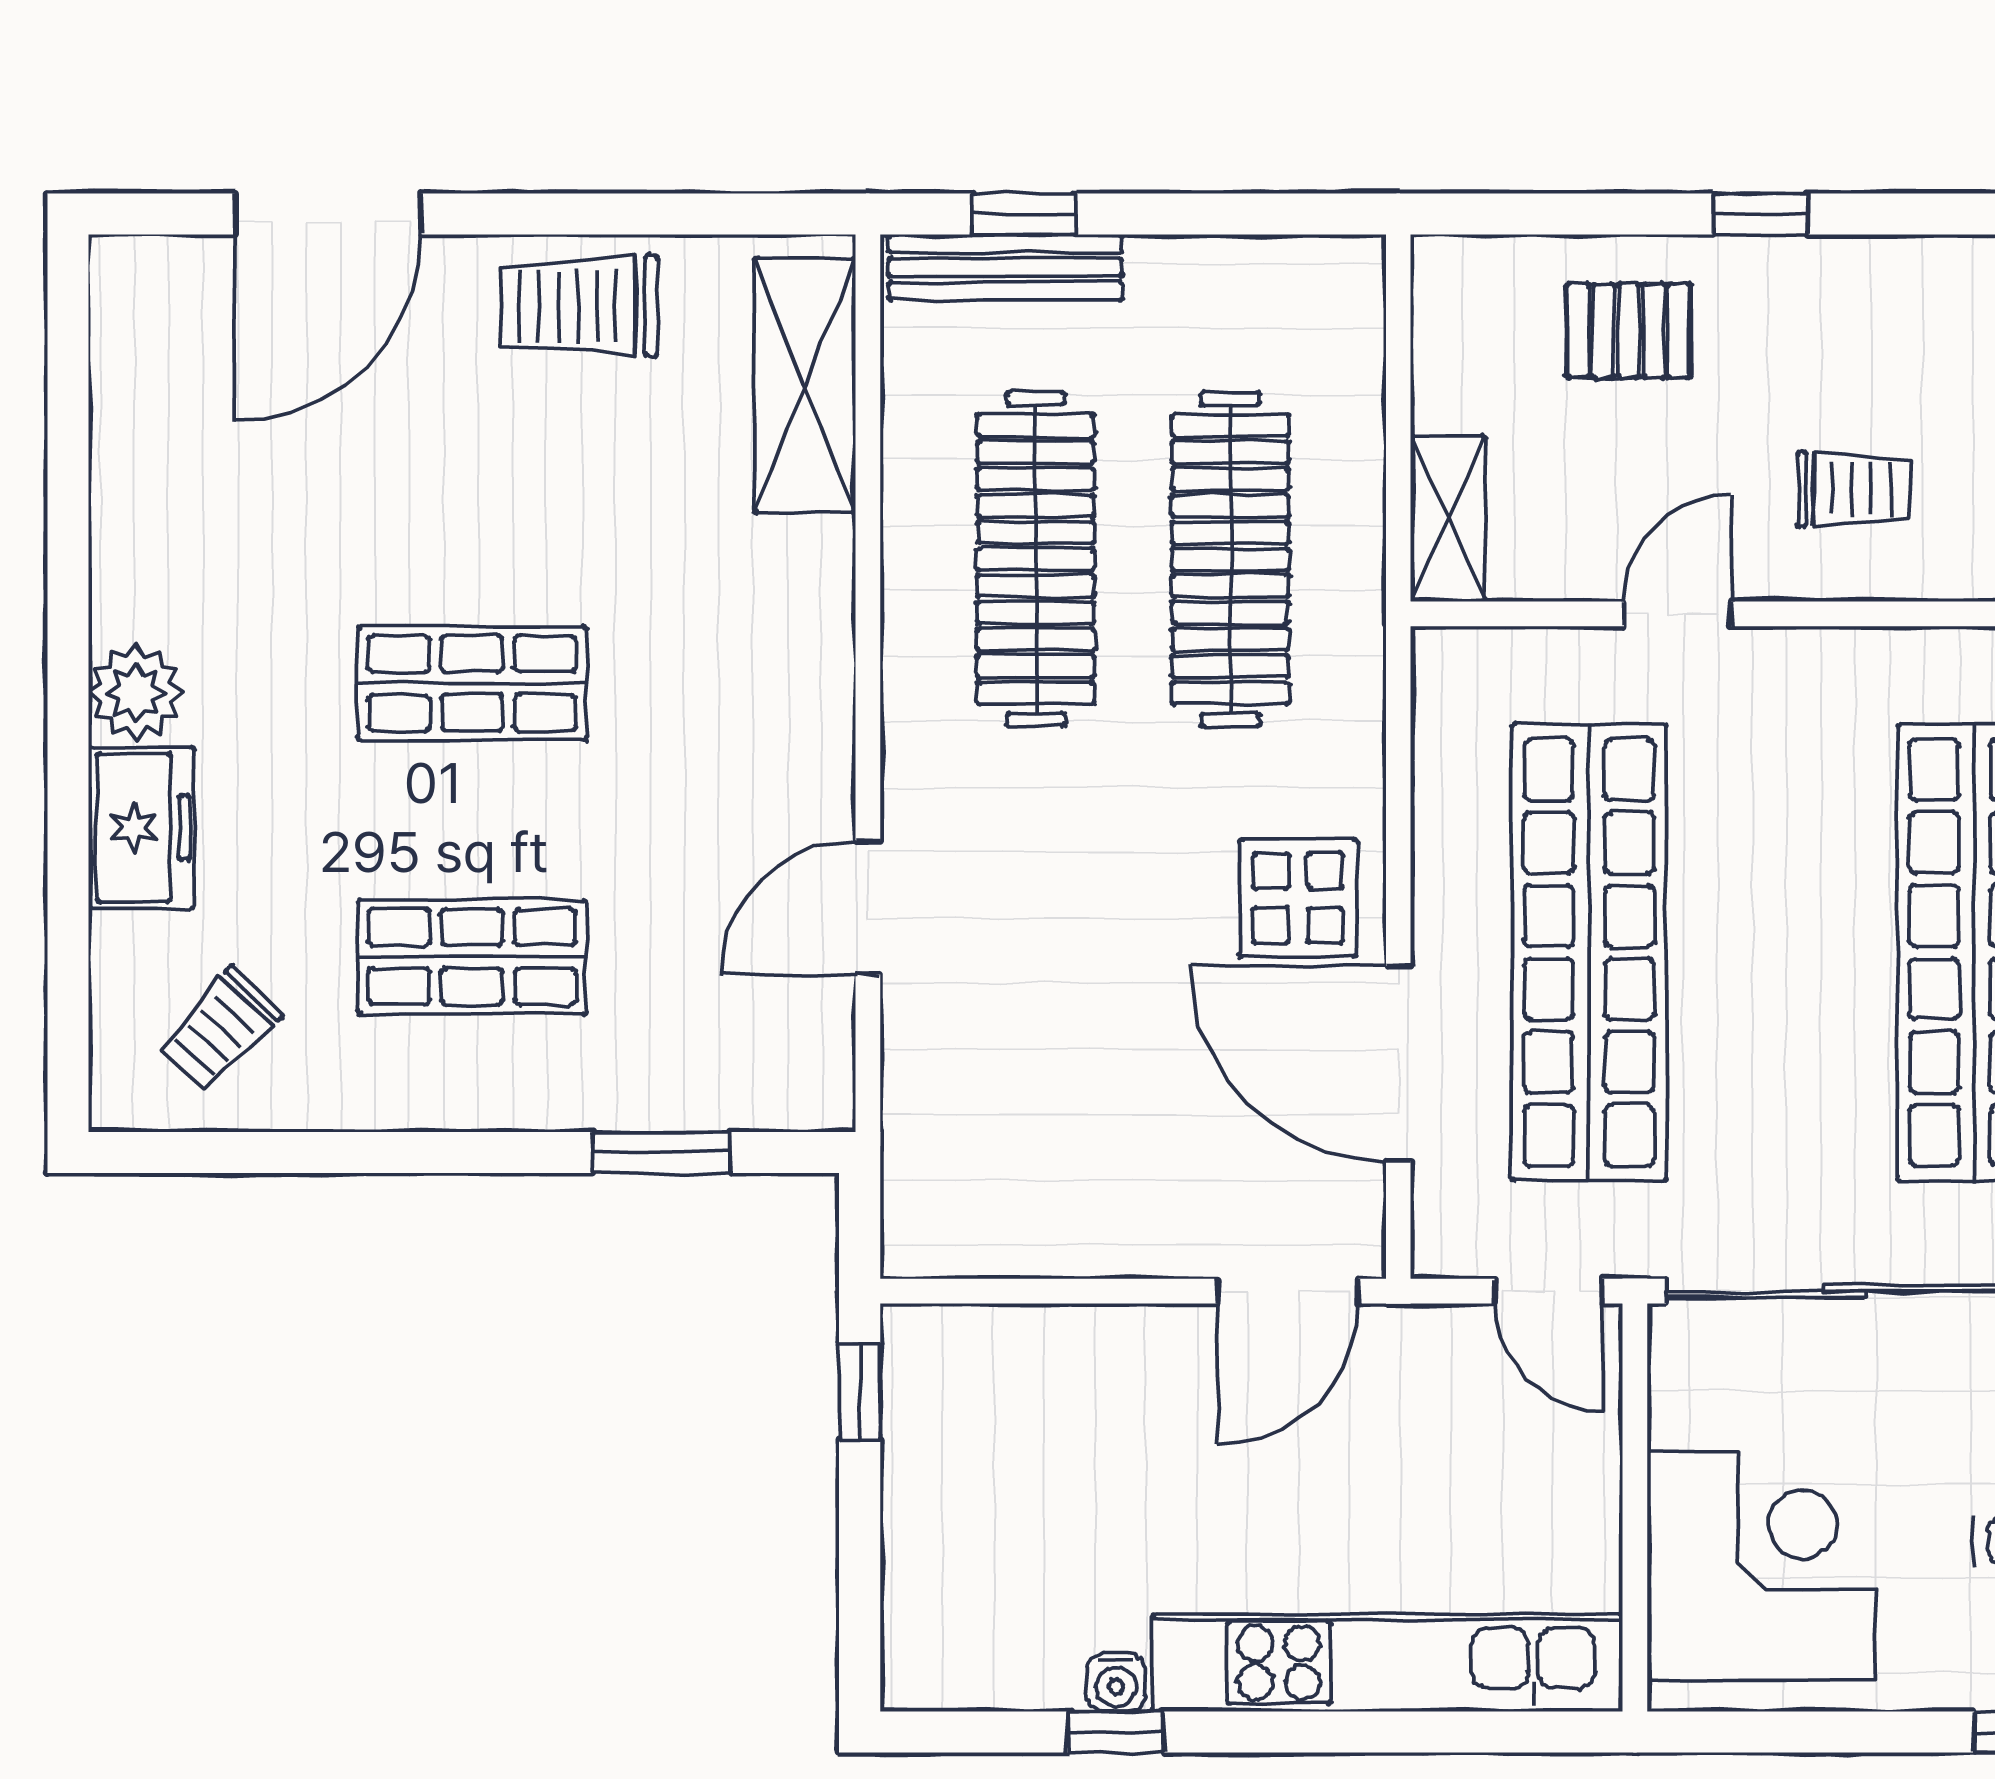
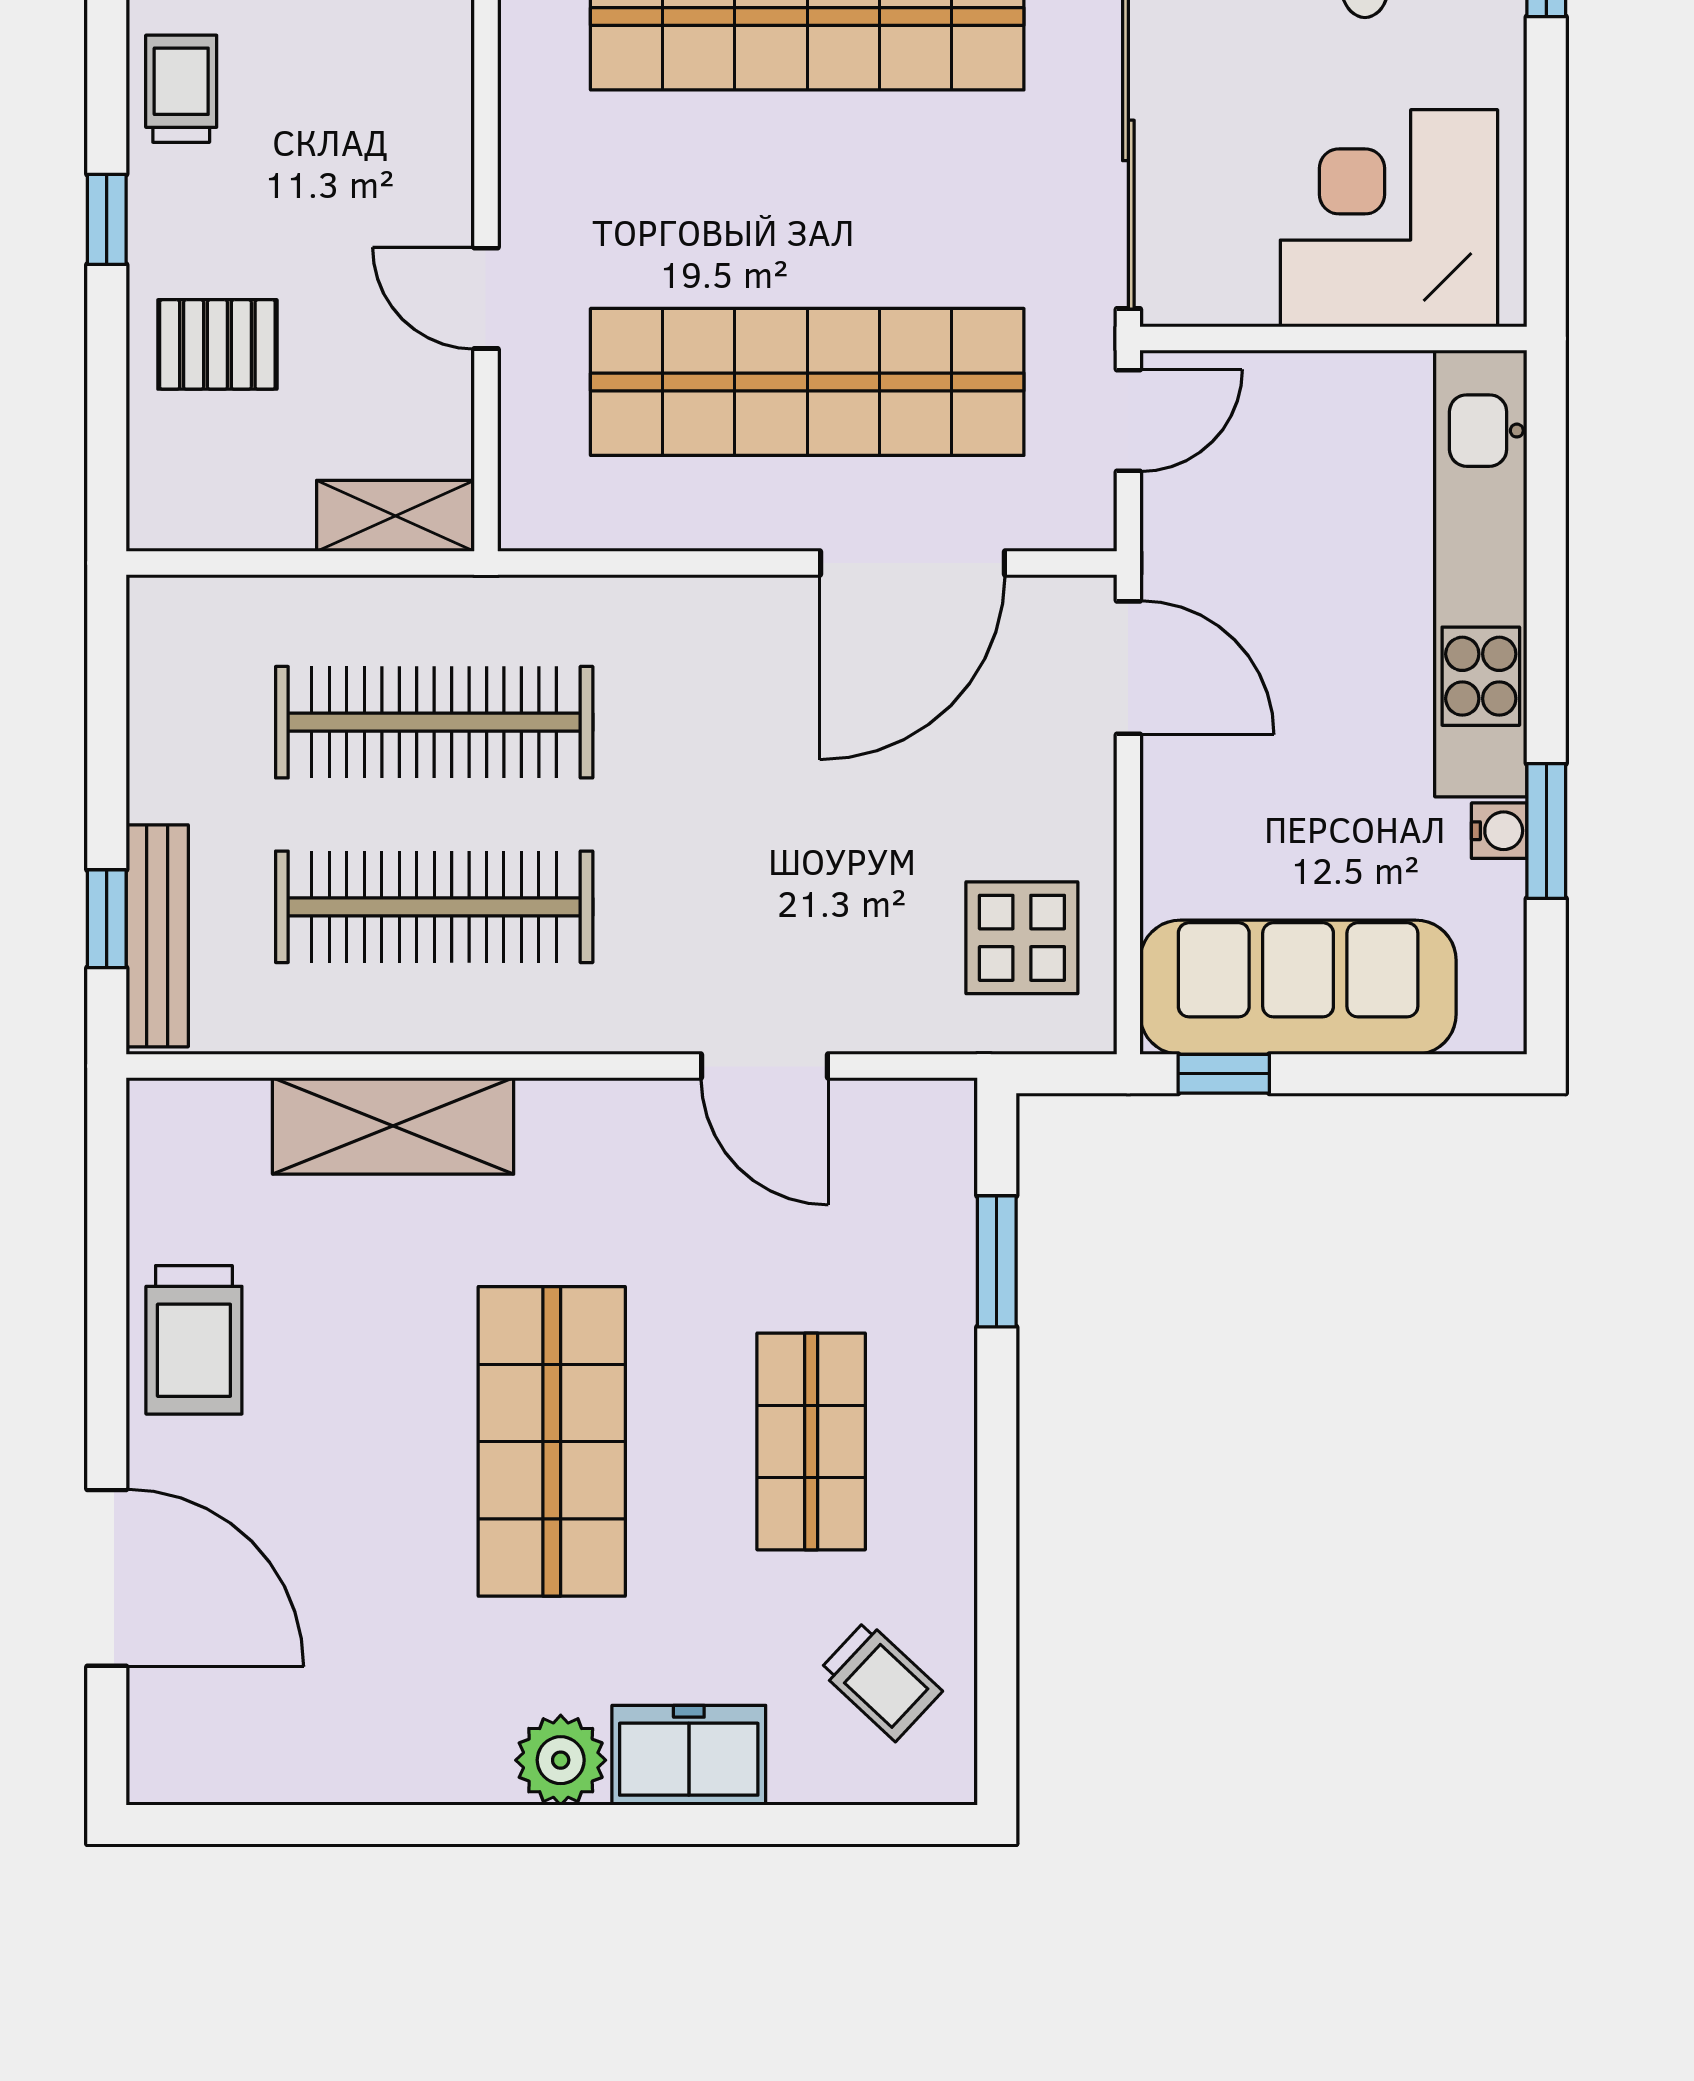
pallet: (1629, 331) -> (217, 344), turned 90
shelving: (805, 385) -> (393, 1126), moved
trolley: (1854, 489) -> (181, 89), moved
shop shelf: (472, 683) -> (552, 1441), width x1.43, depth x1.36
display table: (1298, 898) -> (1022, 938), moved
sofa: (951, 1470) -> (1298, 987), added
window: (1116, 1732) -> (1546, 831), width x1.50

